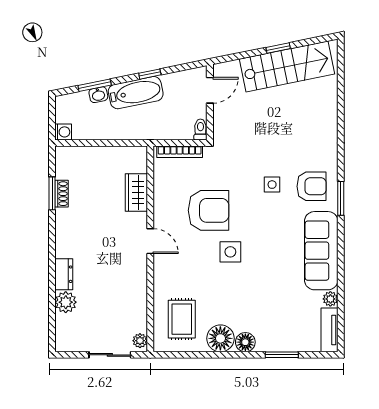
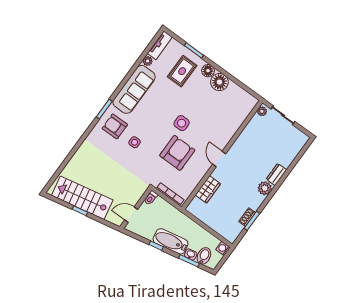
bidet: (80, 105) -> (204, 256), added
armchair: (209, 210) -> (177, 153), turned 90
plant: (66, 302) -> (265, 188), moved
rug: (182, 319) -> (182, 71), moved

